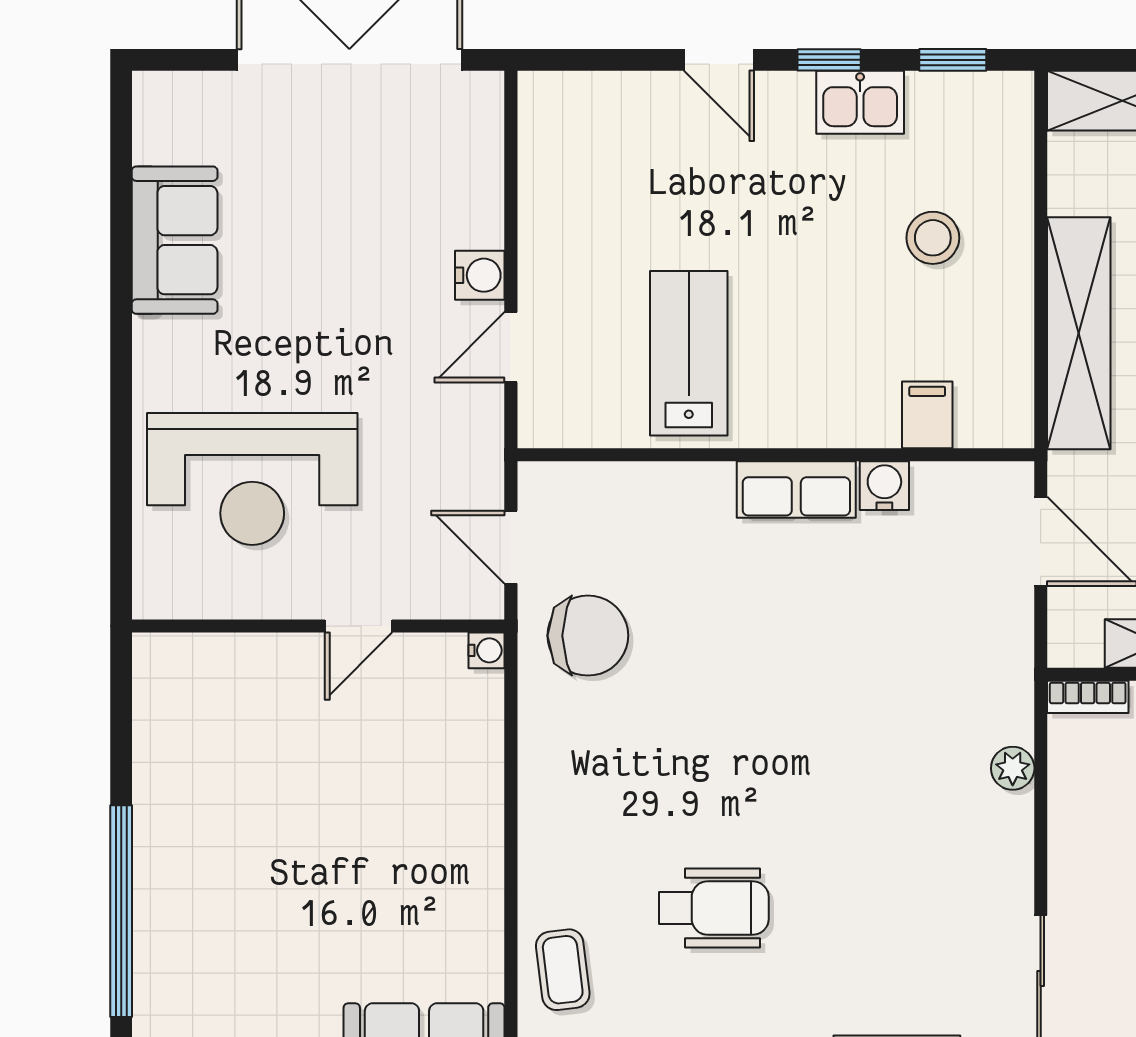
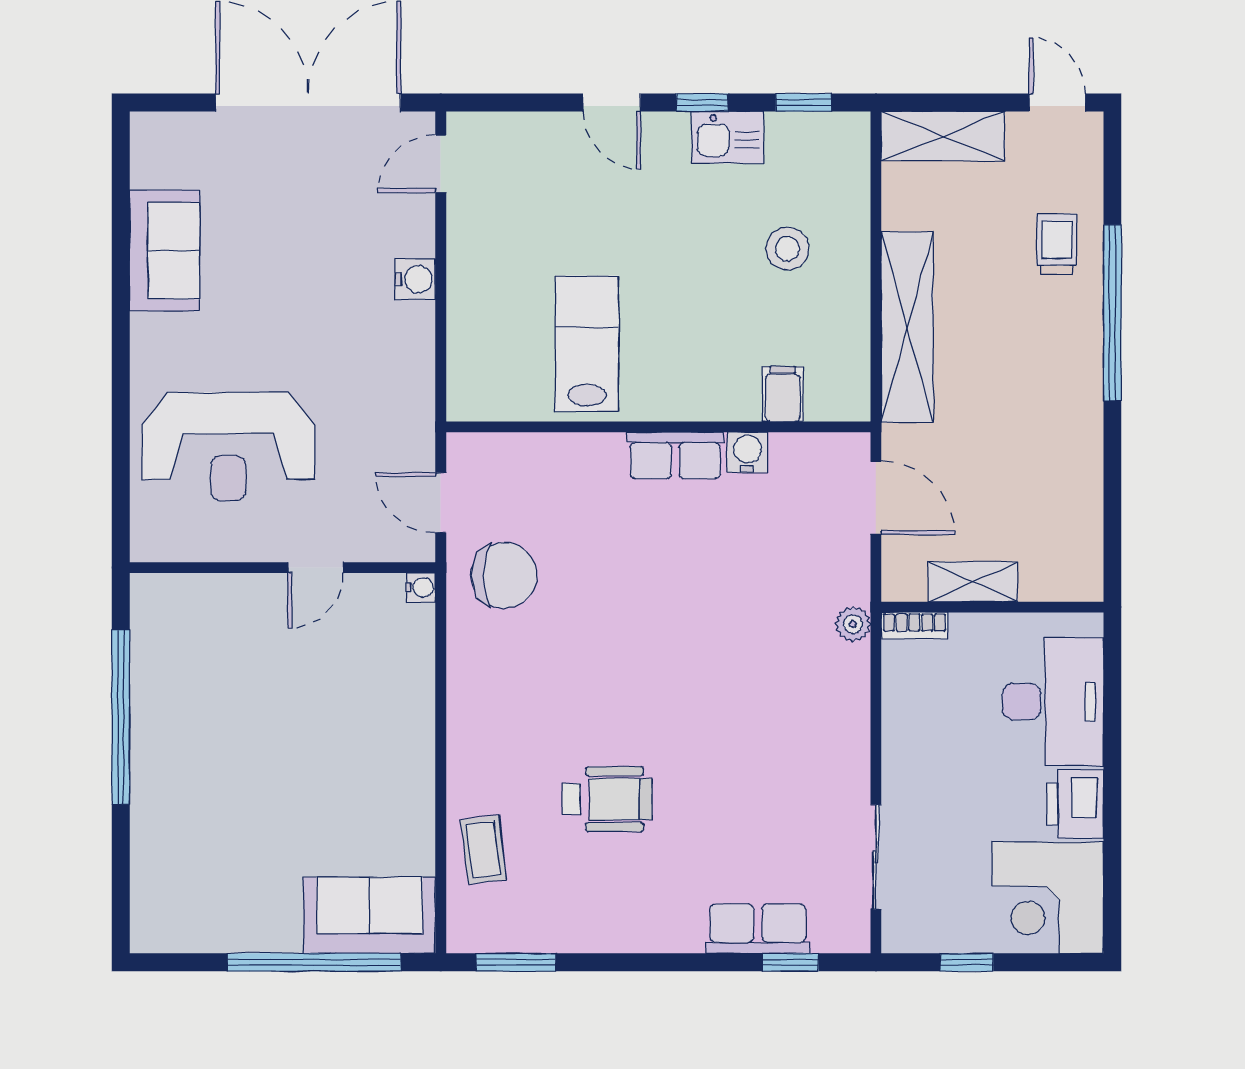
door: (511, 347) -> (441, 164), moved
plant: (1013, 768) -> (853, 624), moved
window: (121, 911) -> (121, 717), moved

